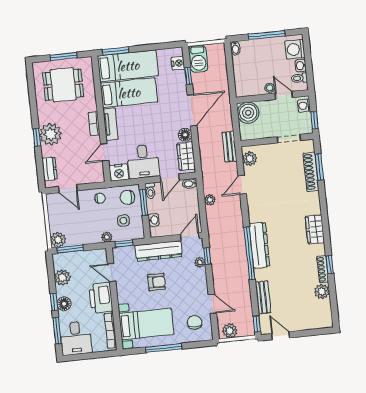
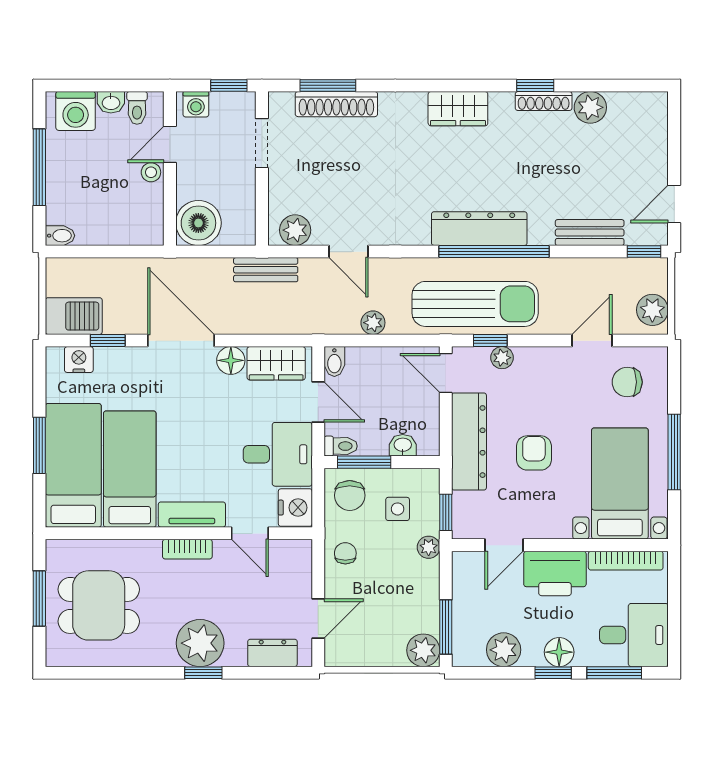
window: (116, 51) -> (39, 445), moved
dining table: (63, 85) -> (99, 605), turned 90
sun lounger: (224, 247) -> (475, 304), added

